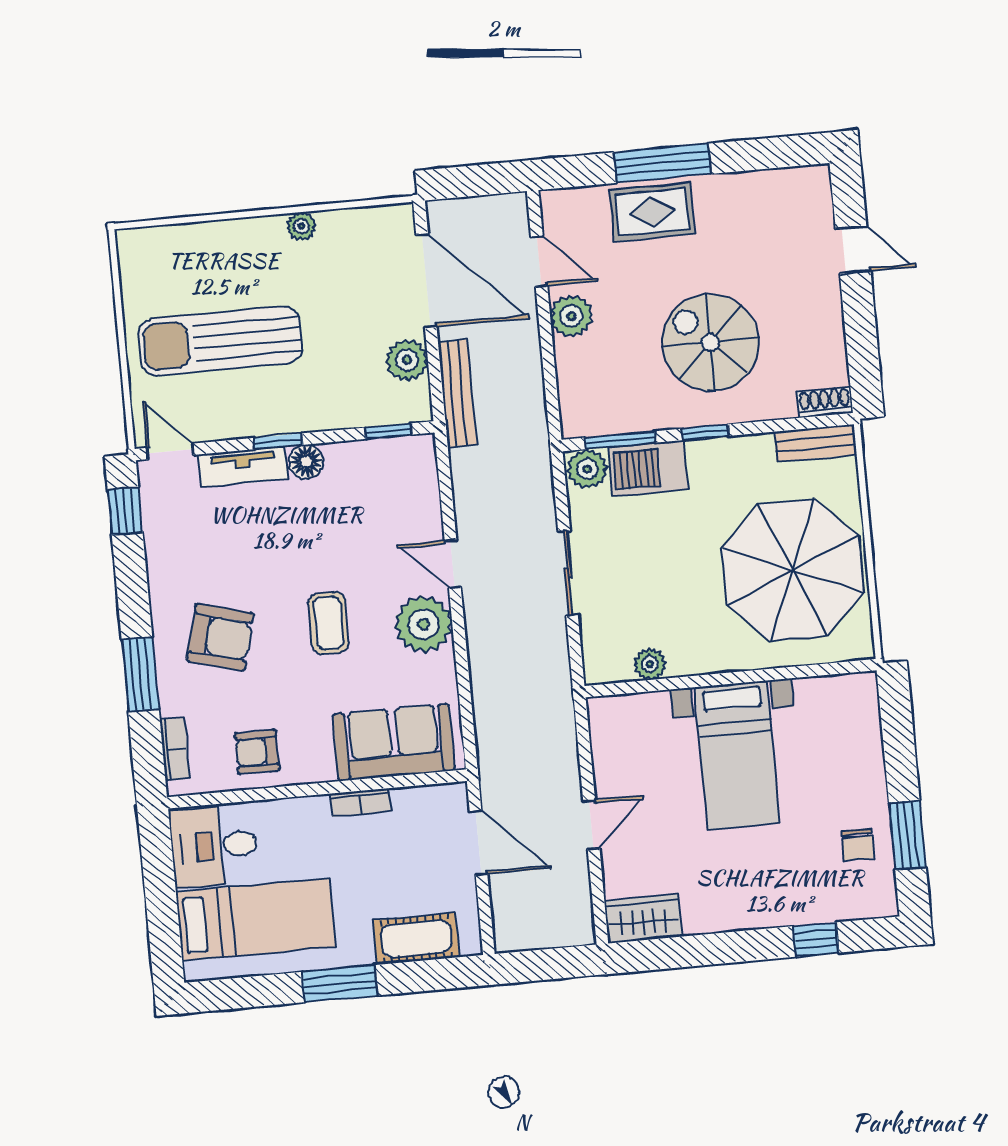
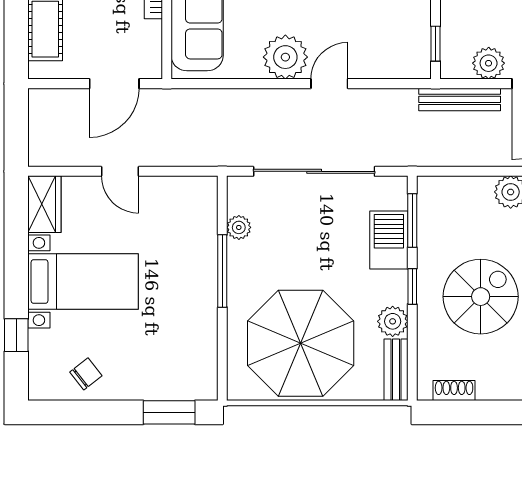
shoe rack: (825, 402) -> (454, 391), moved, turned -90
plant: (587, 469) -> (393, 321), moved
sliding door: (568, 573) -> (314, 171), width x1.86
window: (708, 680) -> (222, 271), added
bed with nightstands: (737, 755) -> (83, 282), moved, turned 180
window: (907, 835) -> (169, 412), moved
chair: (858, 844) -> (86, 374), turned 142

